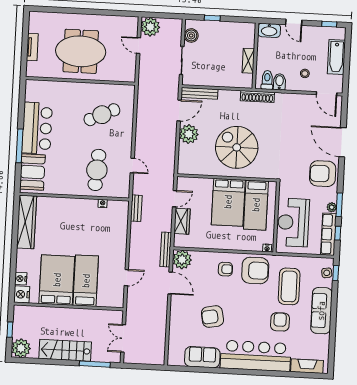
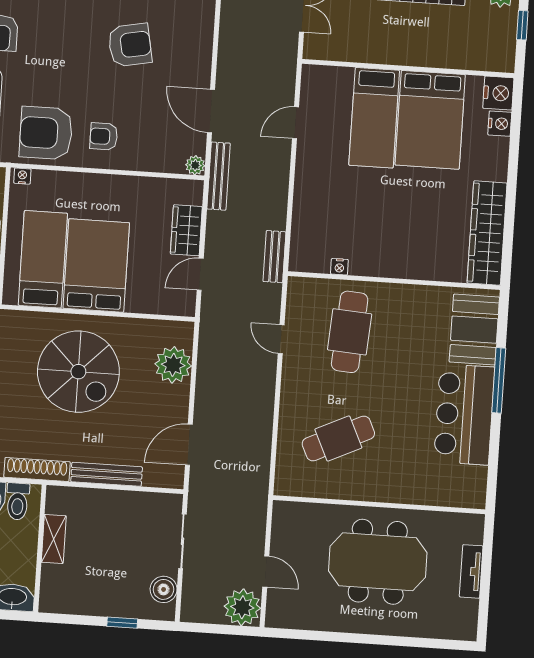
bench: (199, 93) -> (107, 474), moved
plant: (189, 134) -> (173, 365), moved
plant: (182, 260) -> (195, 165), width x0.53, depth x0.53

